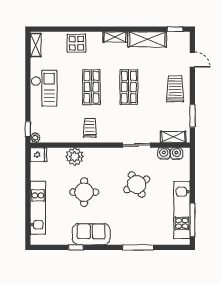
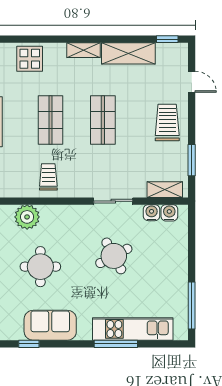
kitchen unit: (182, 210) -> (133, 329), moved, turned 90

